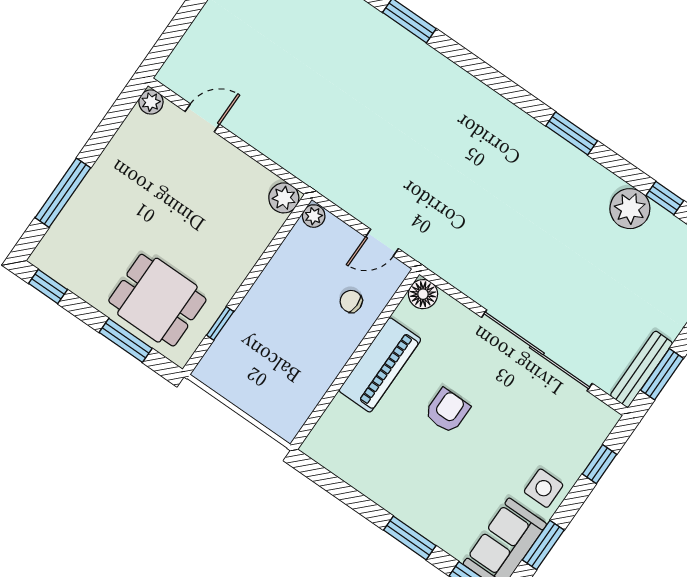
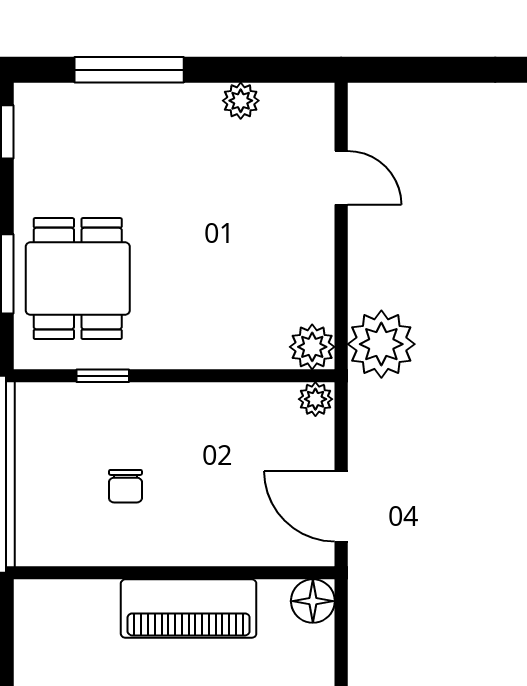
plant: (151, 102) -> (241, 101), moved
plant: (309, 159) -> (381, 344), added
door: (382, 243) -> (341, 506), width x1.38
chair: (351, 301) -> (125, 486), moved, turned 180

